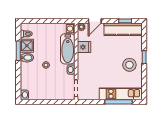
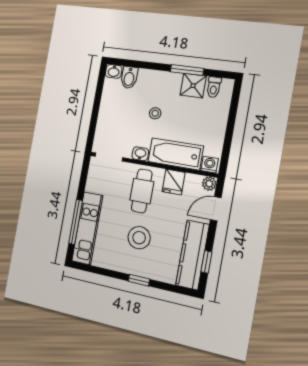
door: (95, 21) -> (216, 209), hinge flipped
bidet: (27, 58) -> (129, 77), moved
cafe table: (93, 65) -> (142, 191), added
stool: (129, 65) -> (139, 238), moved

